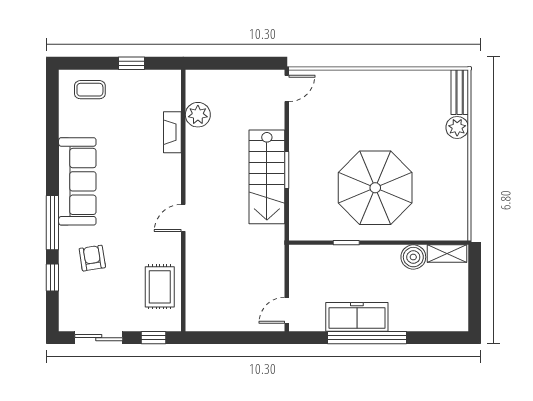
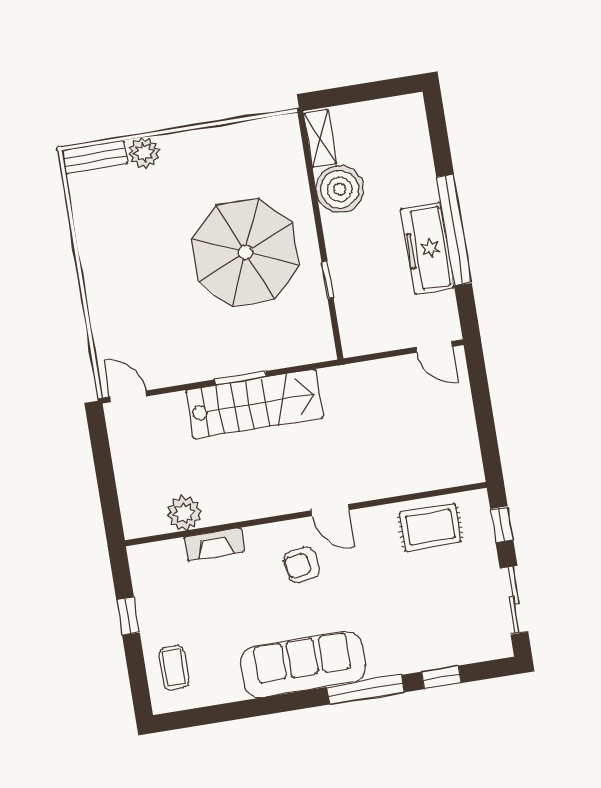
boiler: (413, 257) -> (340, 189), width x1.37, depth x1.37
armchair: (92, 258) -> (302, 565), moved

